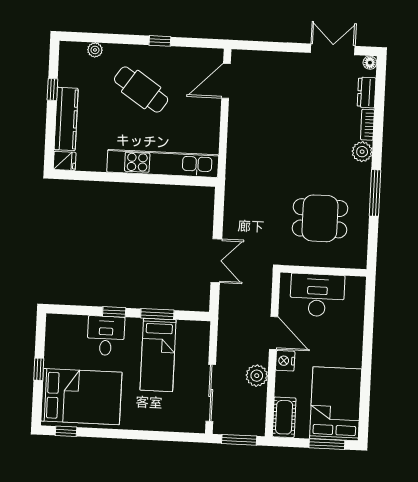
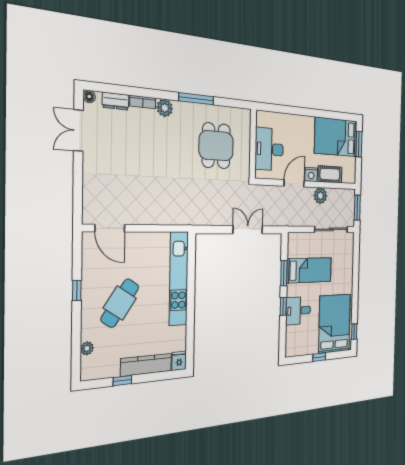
cot: (284, 417) -> (330, 174), moved

